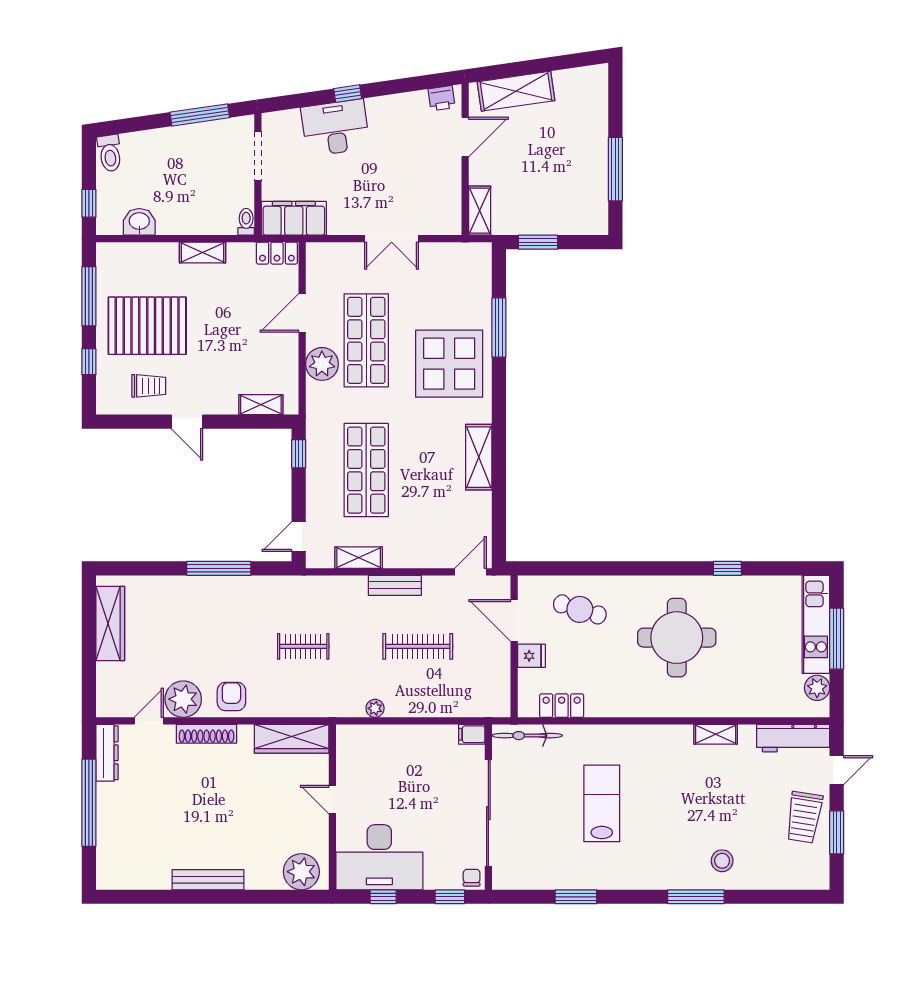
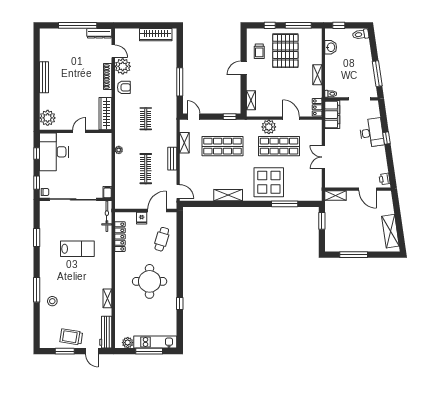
shelving: (516, 91) -> (390, 231), moved
locker: (562, 706) -> (120, 237), width x1.53

